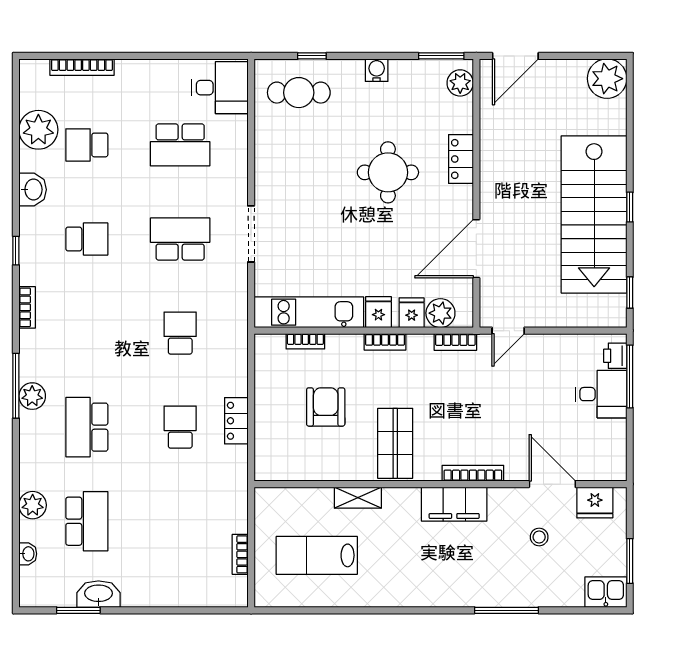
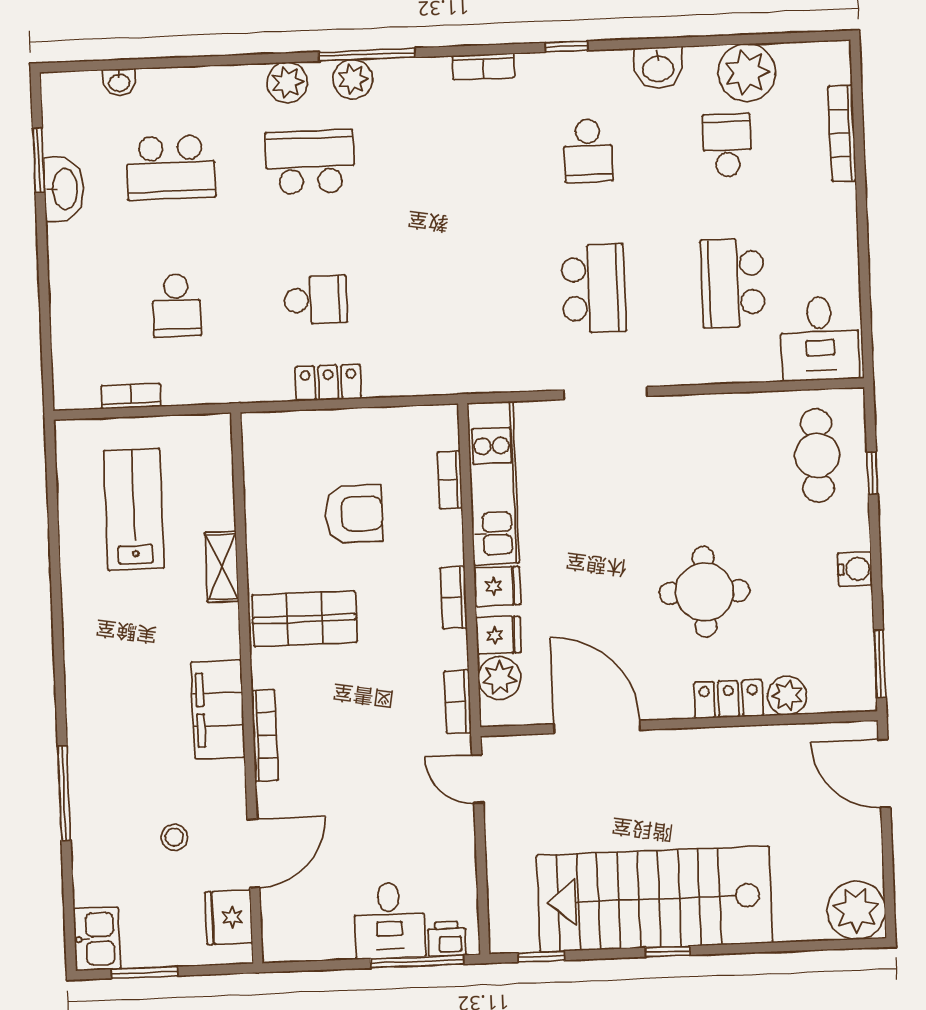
plant: (460, 83) -> (787, 696), moved
school desk: (180, 333) -> (176, 305), moved, turned 90
plant: (33, 505) -> (287, 82), moved

